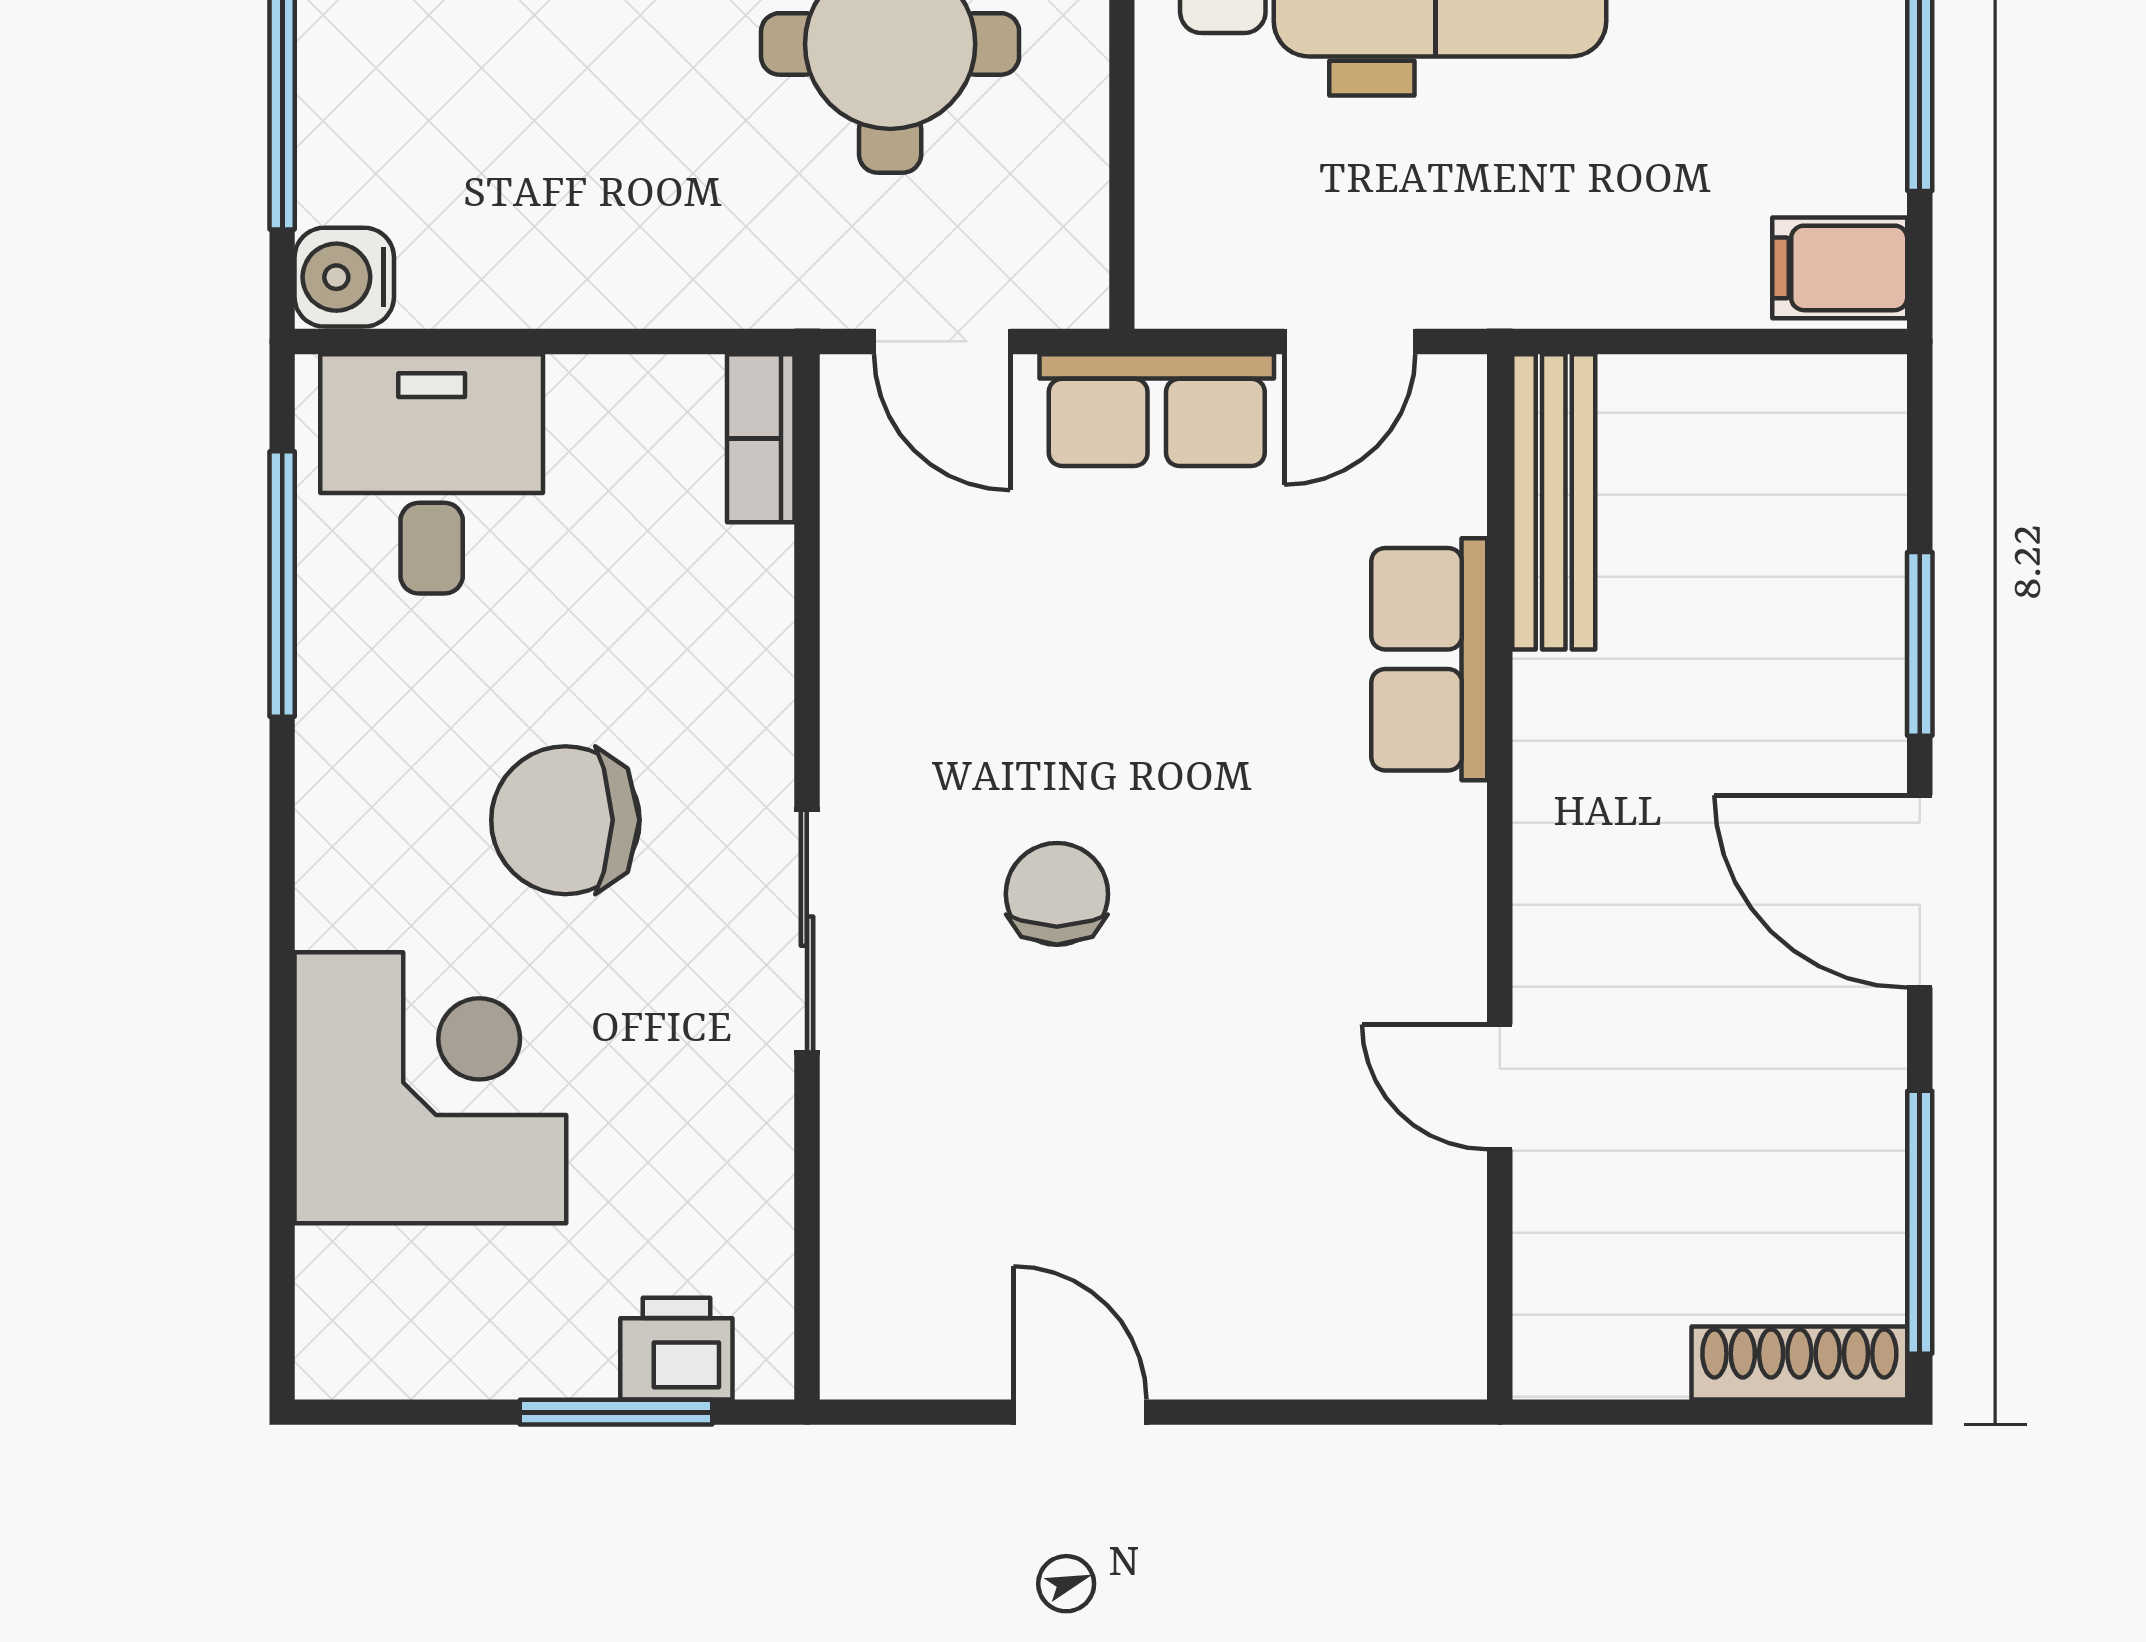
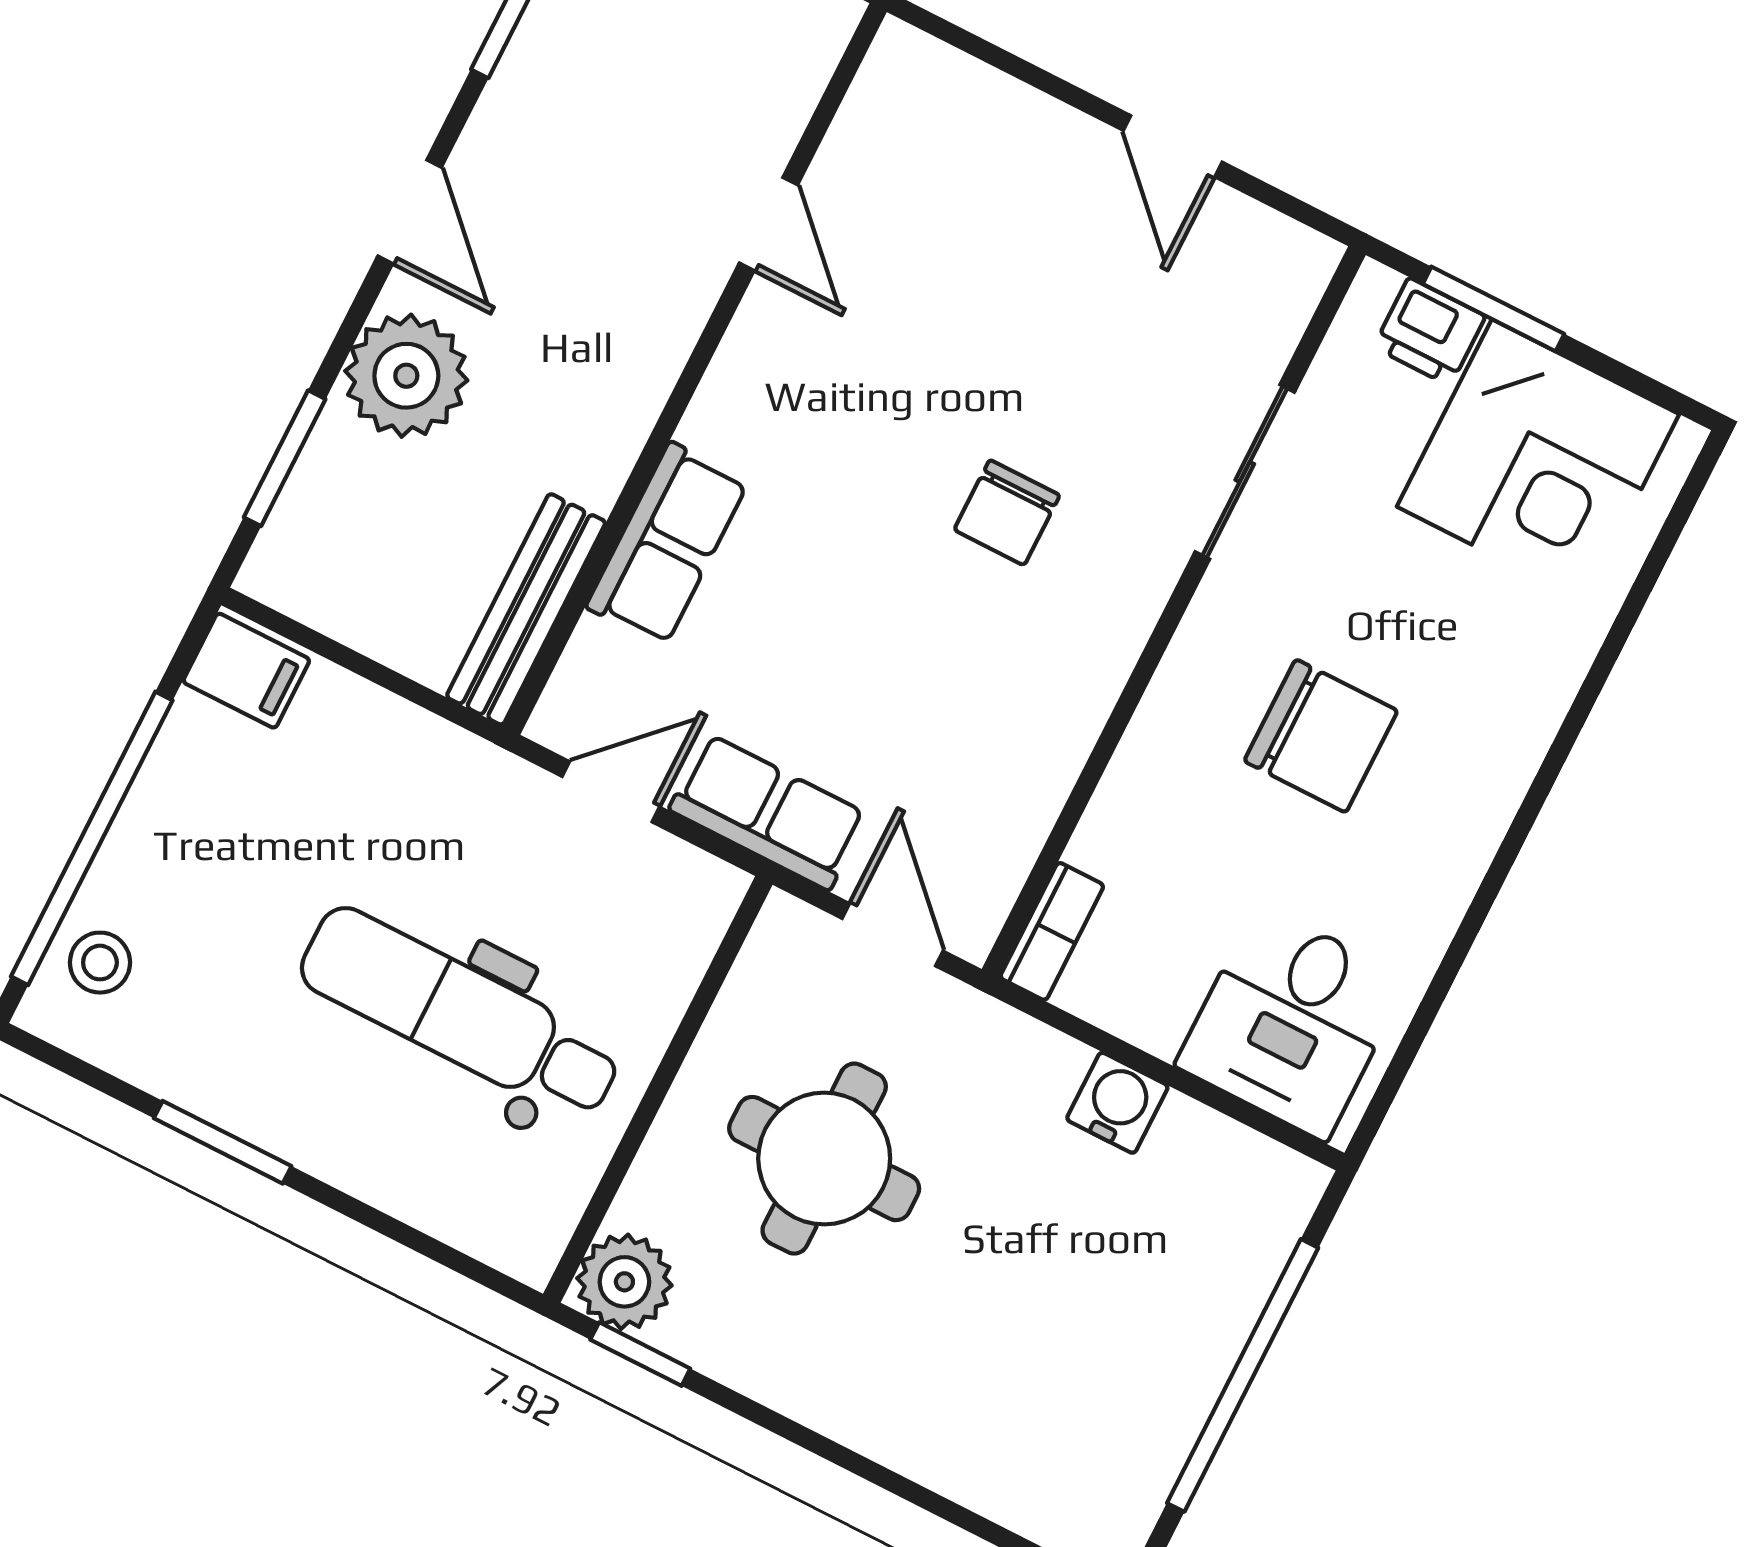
water cooler: (344, 277) -> (1117, 1103), moved, turned -90
window: (282, 584) -> (1434, 999), removed
window: (1920, 644) -> (285, 458), moved
plant: (1828, 701) -> (406, 376), added
door: (1920, 891) -> (410, 212), width x0.73
sliding door: (807, 931) -> (1245, 472), moved
corner desk: (430, 1088) -> (1538, 460), moved, turned -90

